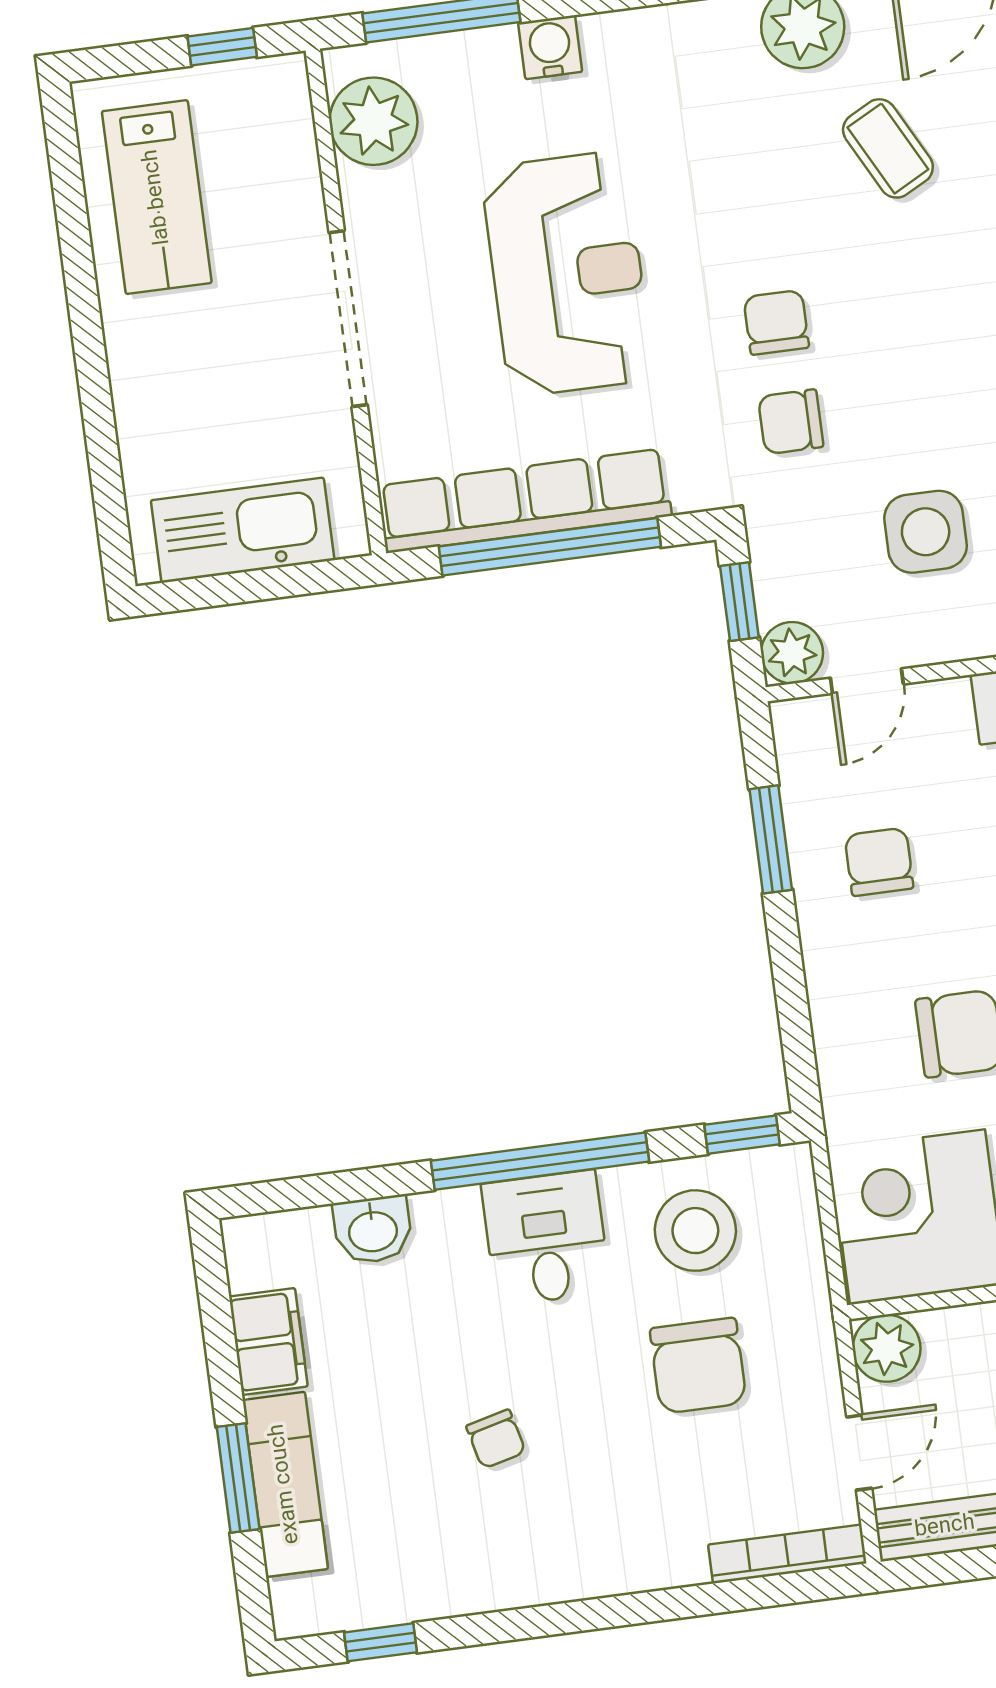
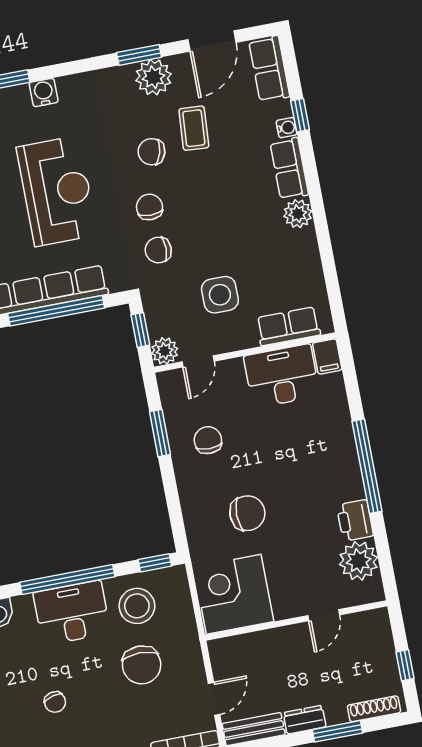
coffee table: (888, 148) -> (194, 128), turned 32
chair: (788, 196) -> (152, 152), added
desk: (546, 1238) -> (72, 613), width x1.37
plant: (887, 1348) -> (223, 653), removed

